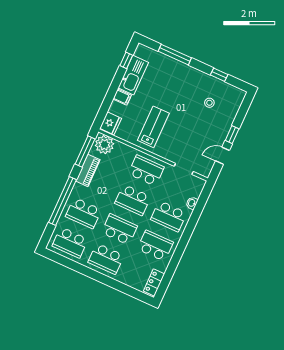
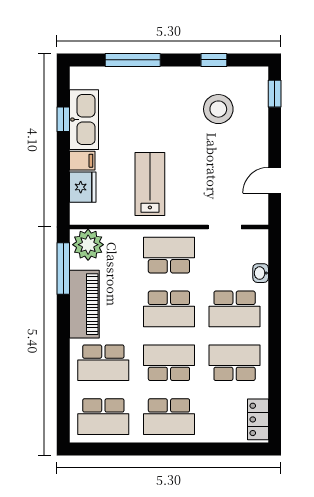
window: (126, 60) -> (63, 119), moved
stool: (209, 103) -> (218, 109), width x1.89, depth x1.89
fridge: (111, 123) -> (83, 187), moved
window: (232, 135) -> (275, 94), moved
piano: (88, 170) -> (84, 304), width x1.37, depth x1.33
window: (62, 201) -> (63, 359), removed

